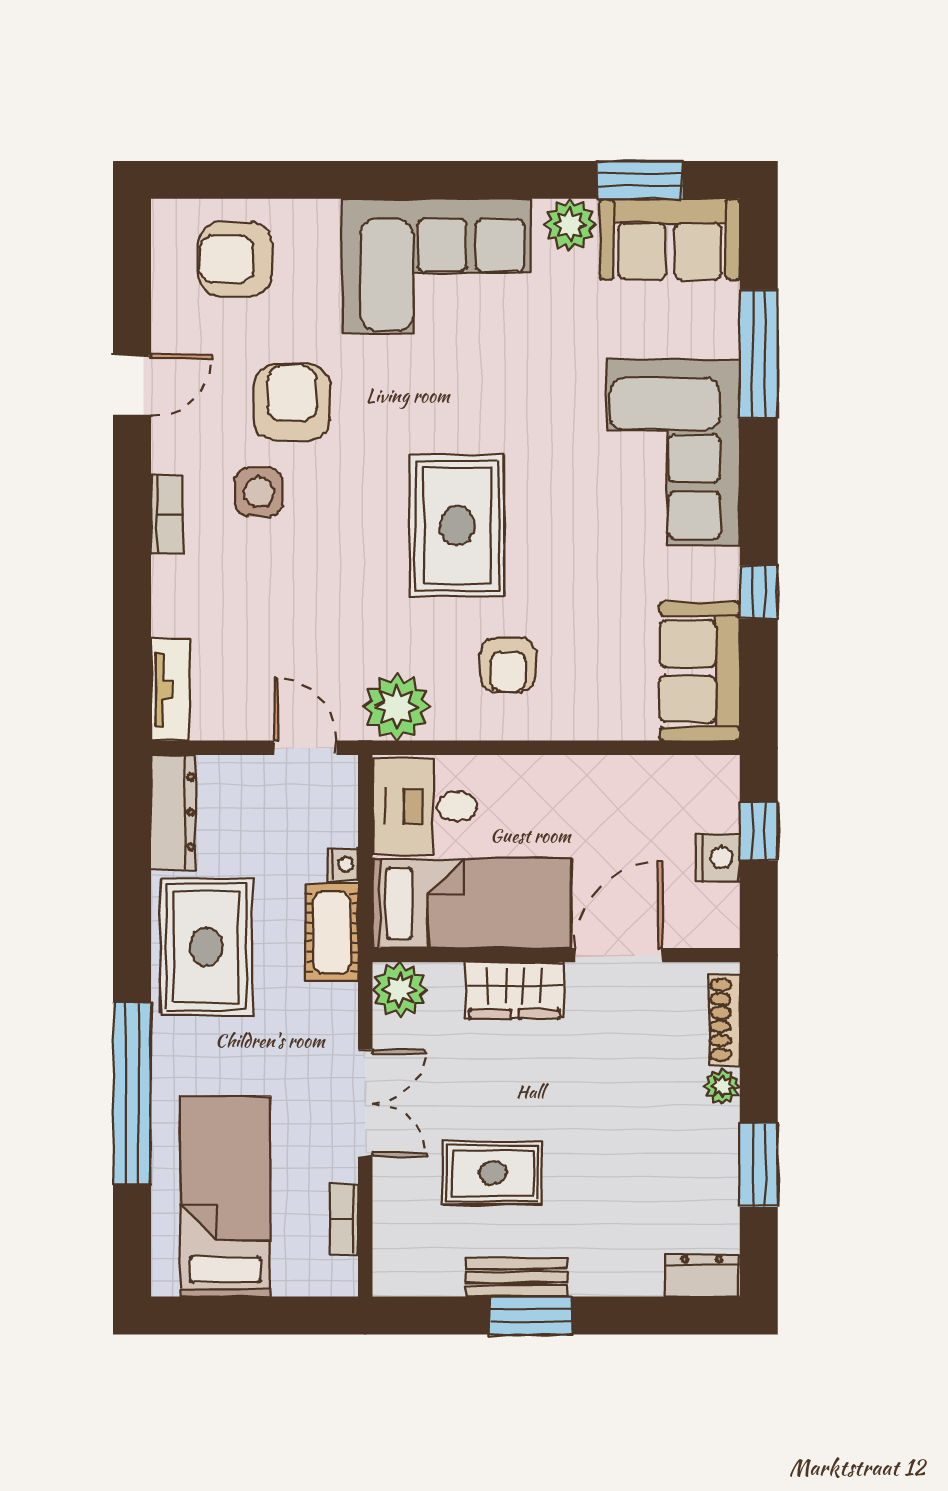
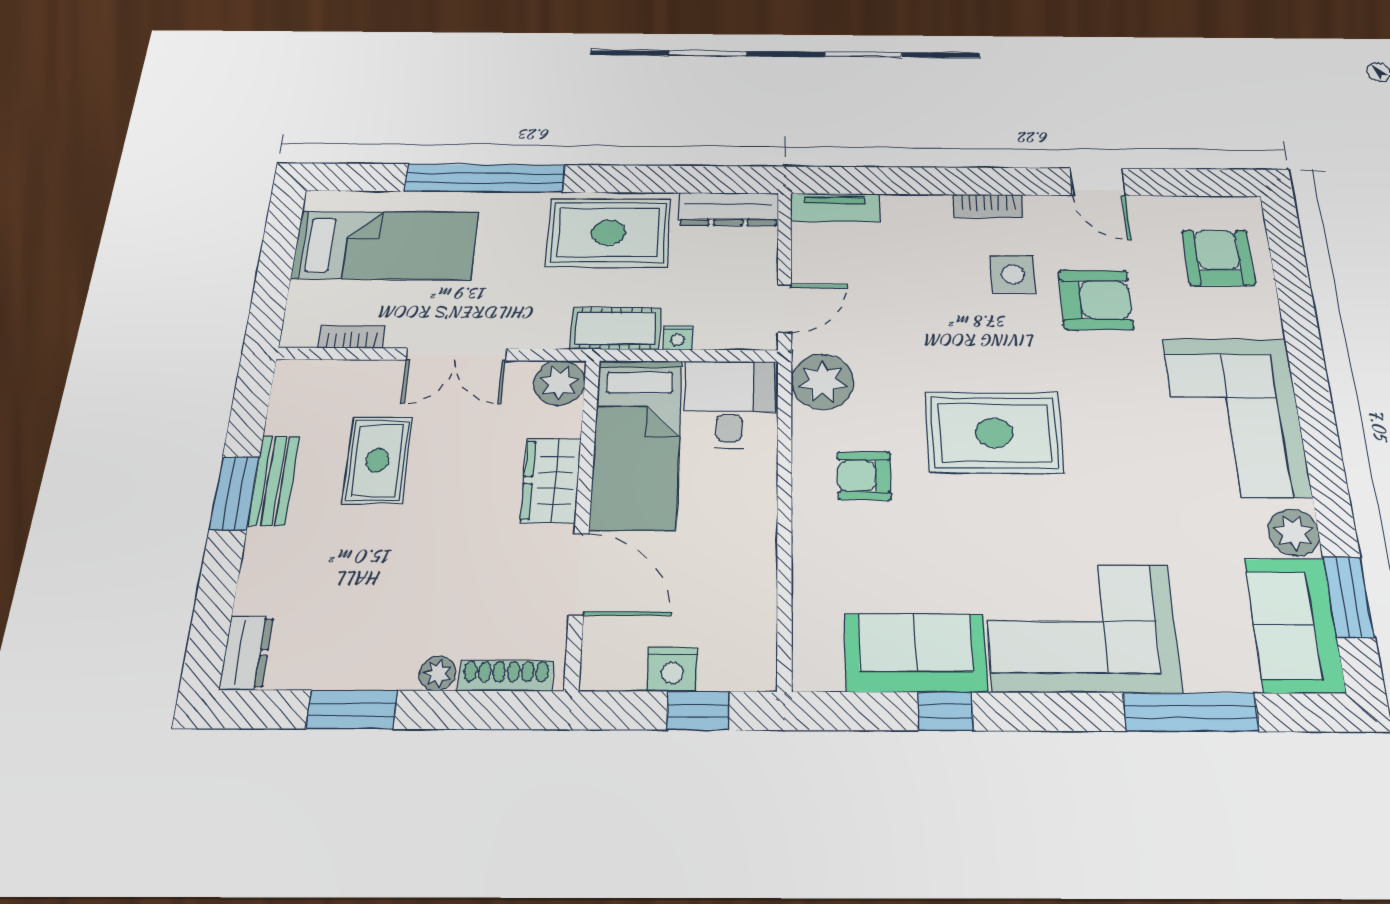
sofa: (700, 671) -> (915, 653), moved

